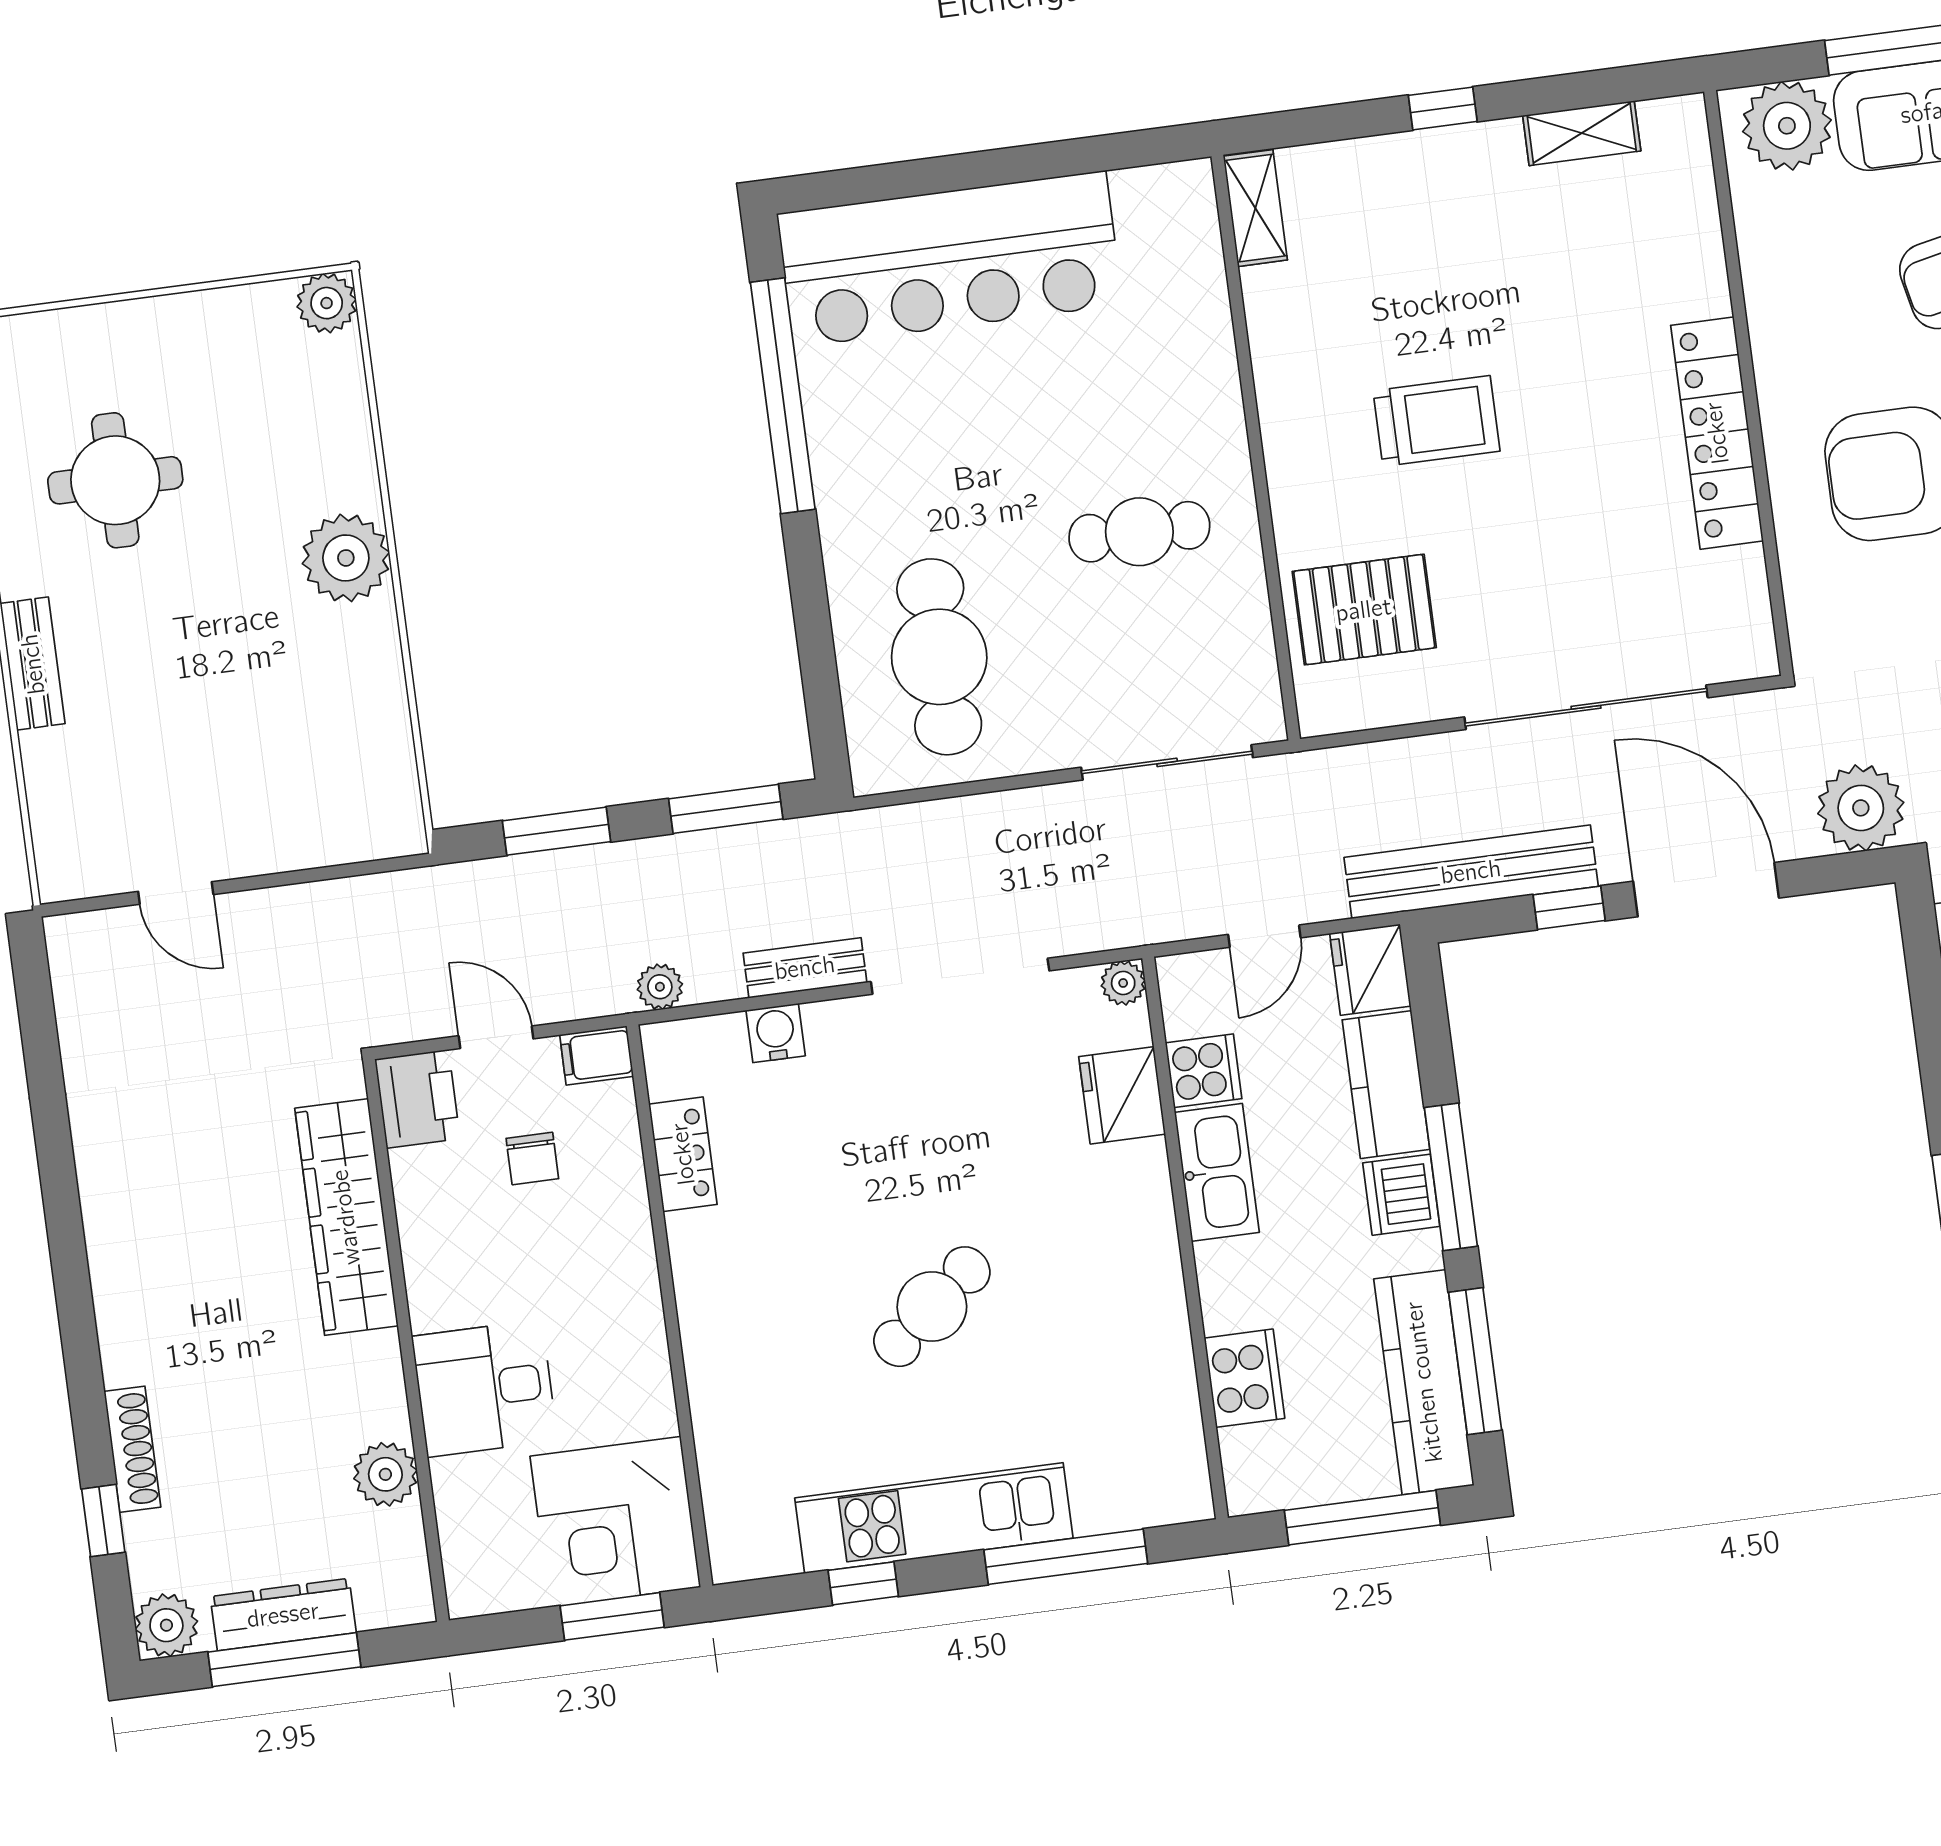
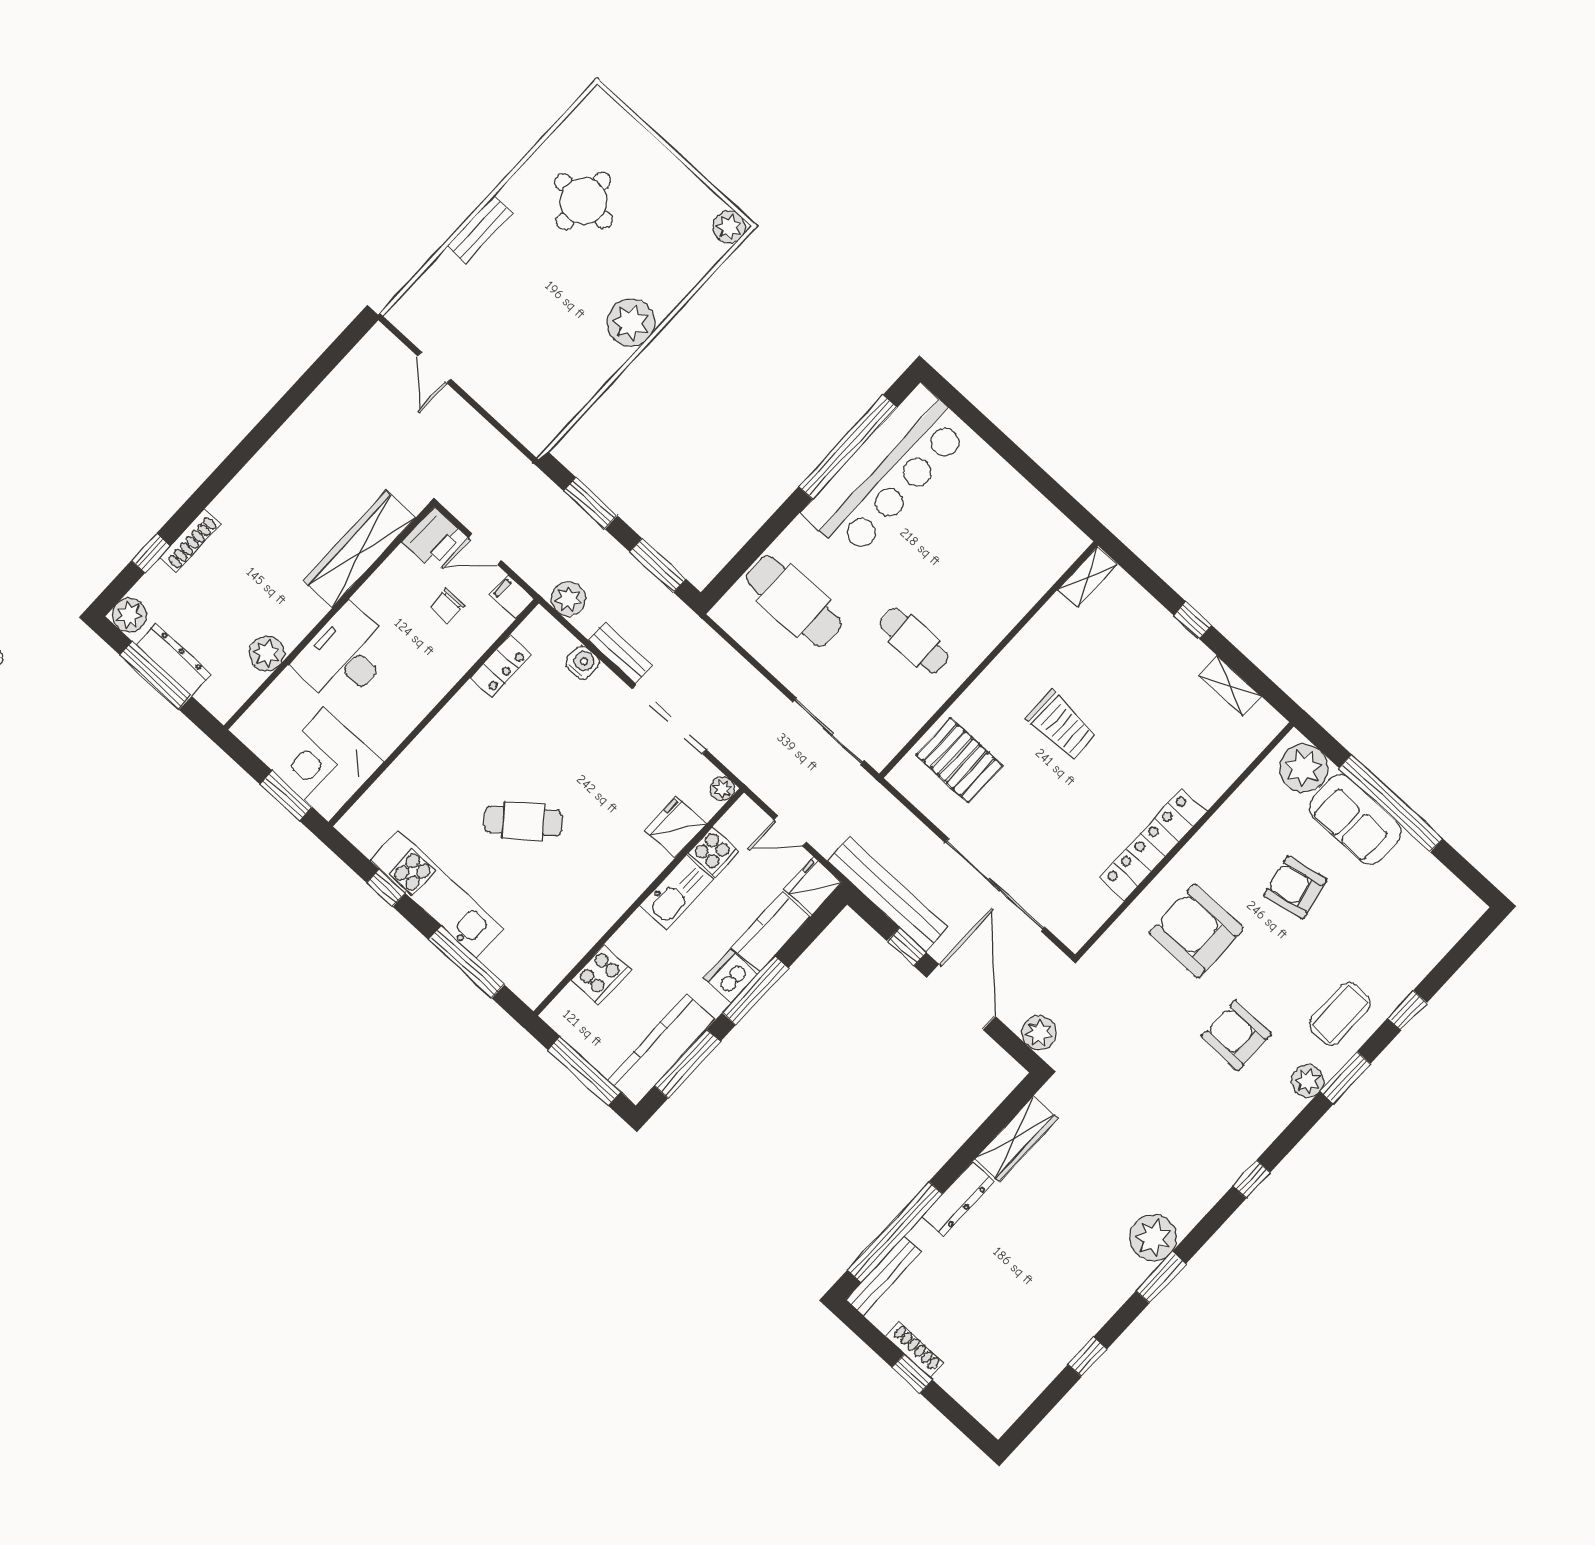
bar counter: (950, 259) -> (887, 472), moved, turned -90
cafe table: (939, 657) -> (794, 601), turned 90
plant: (1861, 808) -> (1039, 1033), width x0.73, depth x0.73
plant: (660, 987) -> (568, 599), width x1.38, depth x1.38
door: (496, 1037) -> (485, 549), swing flipped
desk: (485, 1388) -> (344, 656), width x1.37

